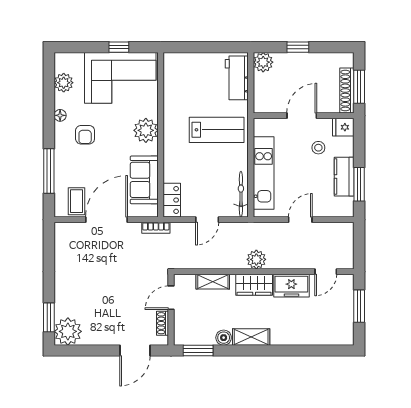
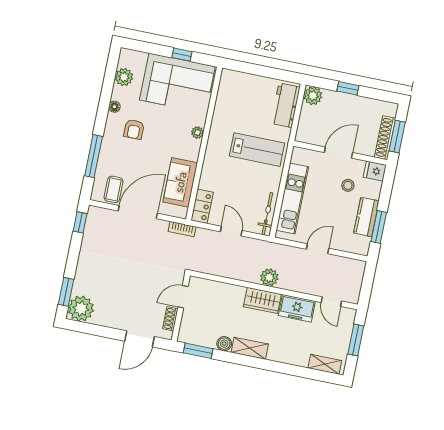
plant: (146, 130) -> (197, 133), width x0.53, depth x0.53
door: (207, 220) -> (231, 231), swing flipped
window: (49, 242) -> (80, 222), added
door: (326, 272) -> (331, 302), hinge flipped
shelving: (213, 282) -> (325, 364), moved

